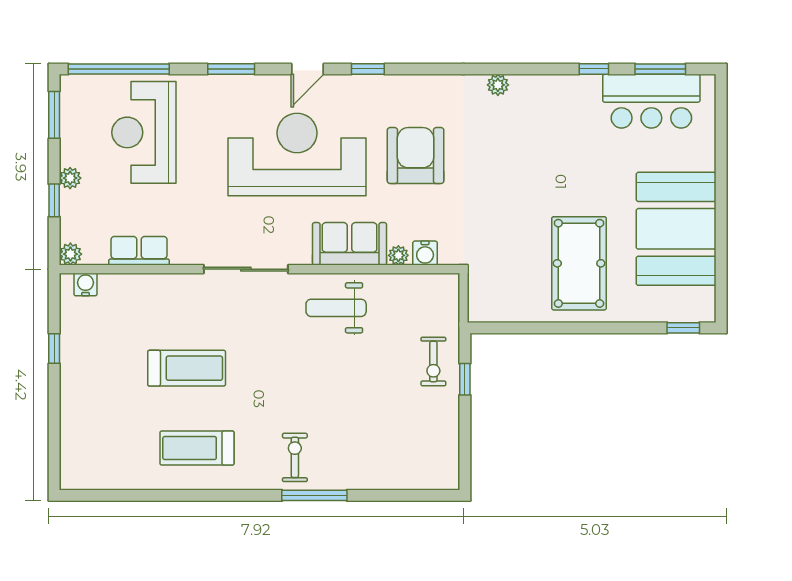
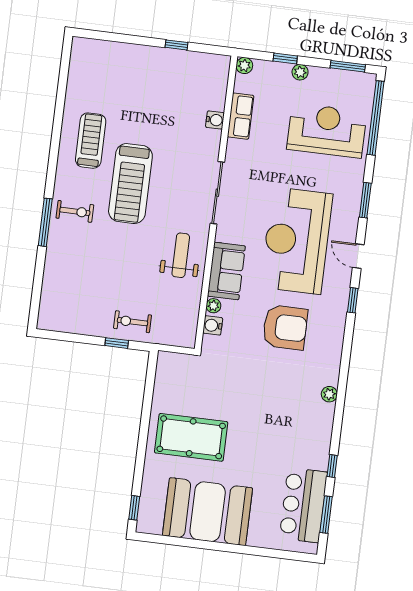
reception desk: (297, 155) -> (297, 241), turned 180
water cooler: (85, 284) -> (215, 120), moved
treadmill: (187, 368) -> (130, 184), moved, width x1.37, depth x1.38

